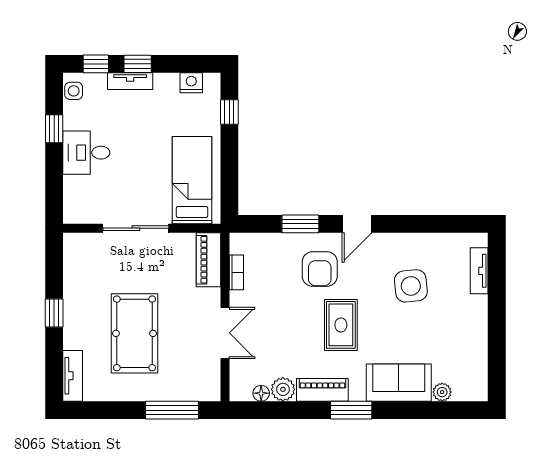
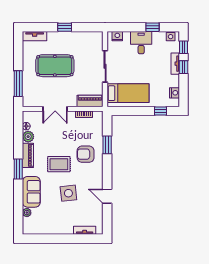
nightstand: (73, 202) -> (117, 36), added
door: (357, 224) -> (107, 196), moved
side table: (411, 286) -> (68, 193), moved

